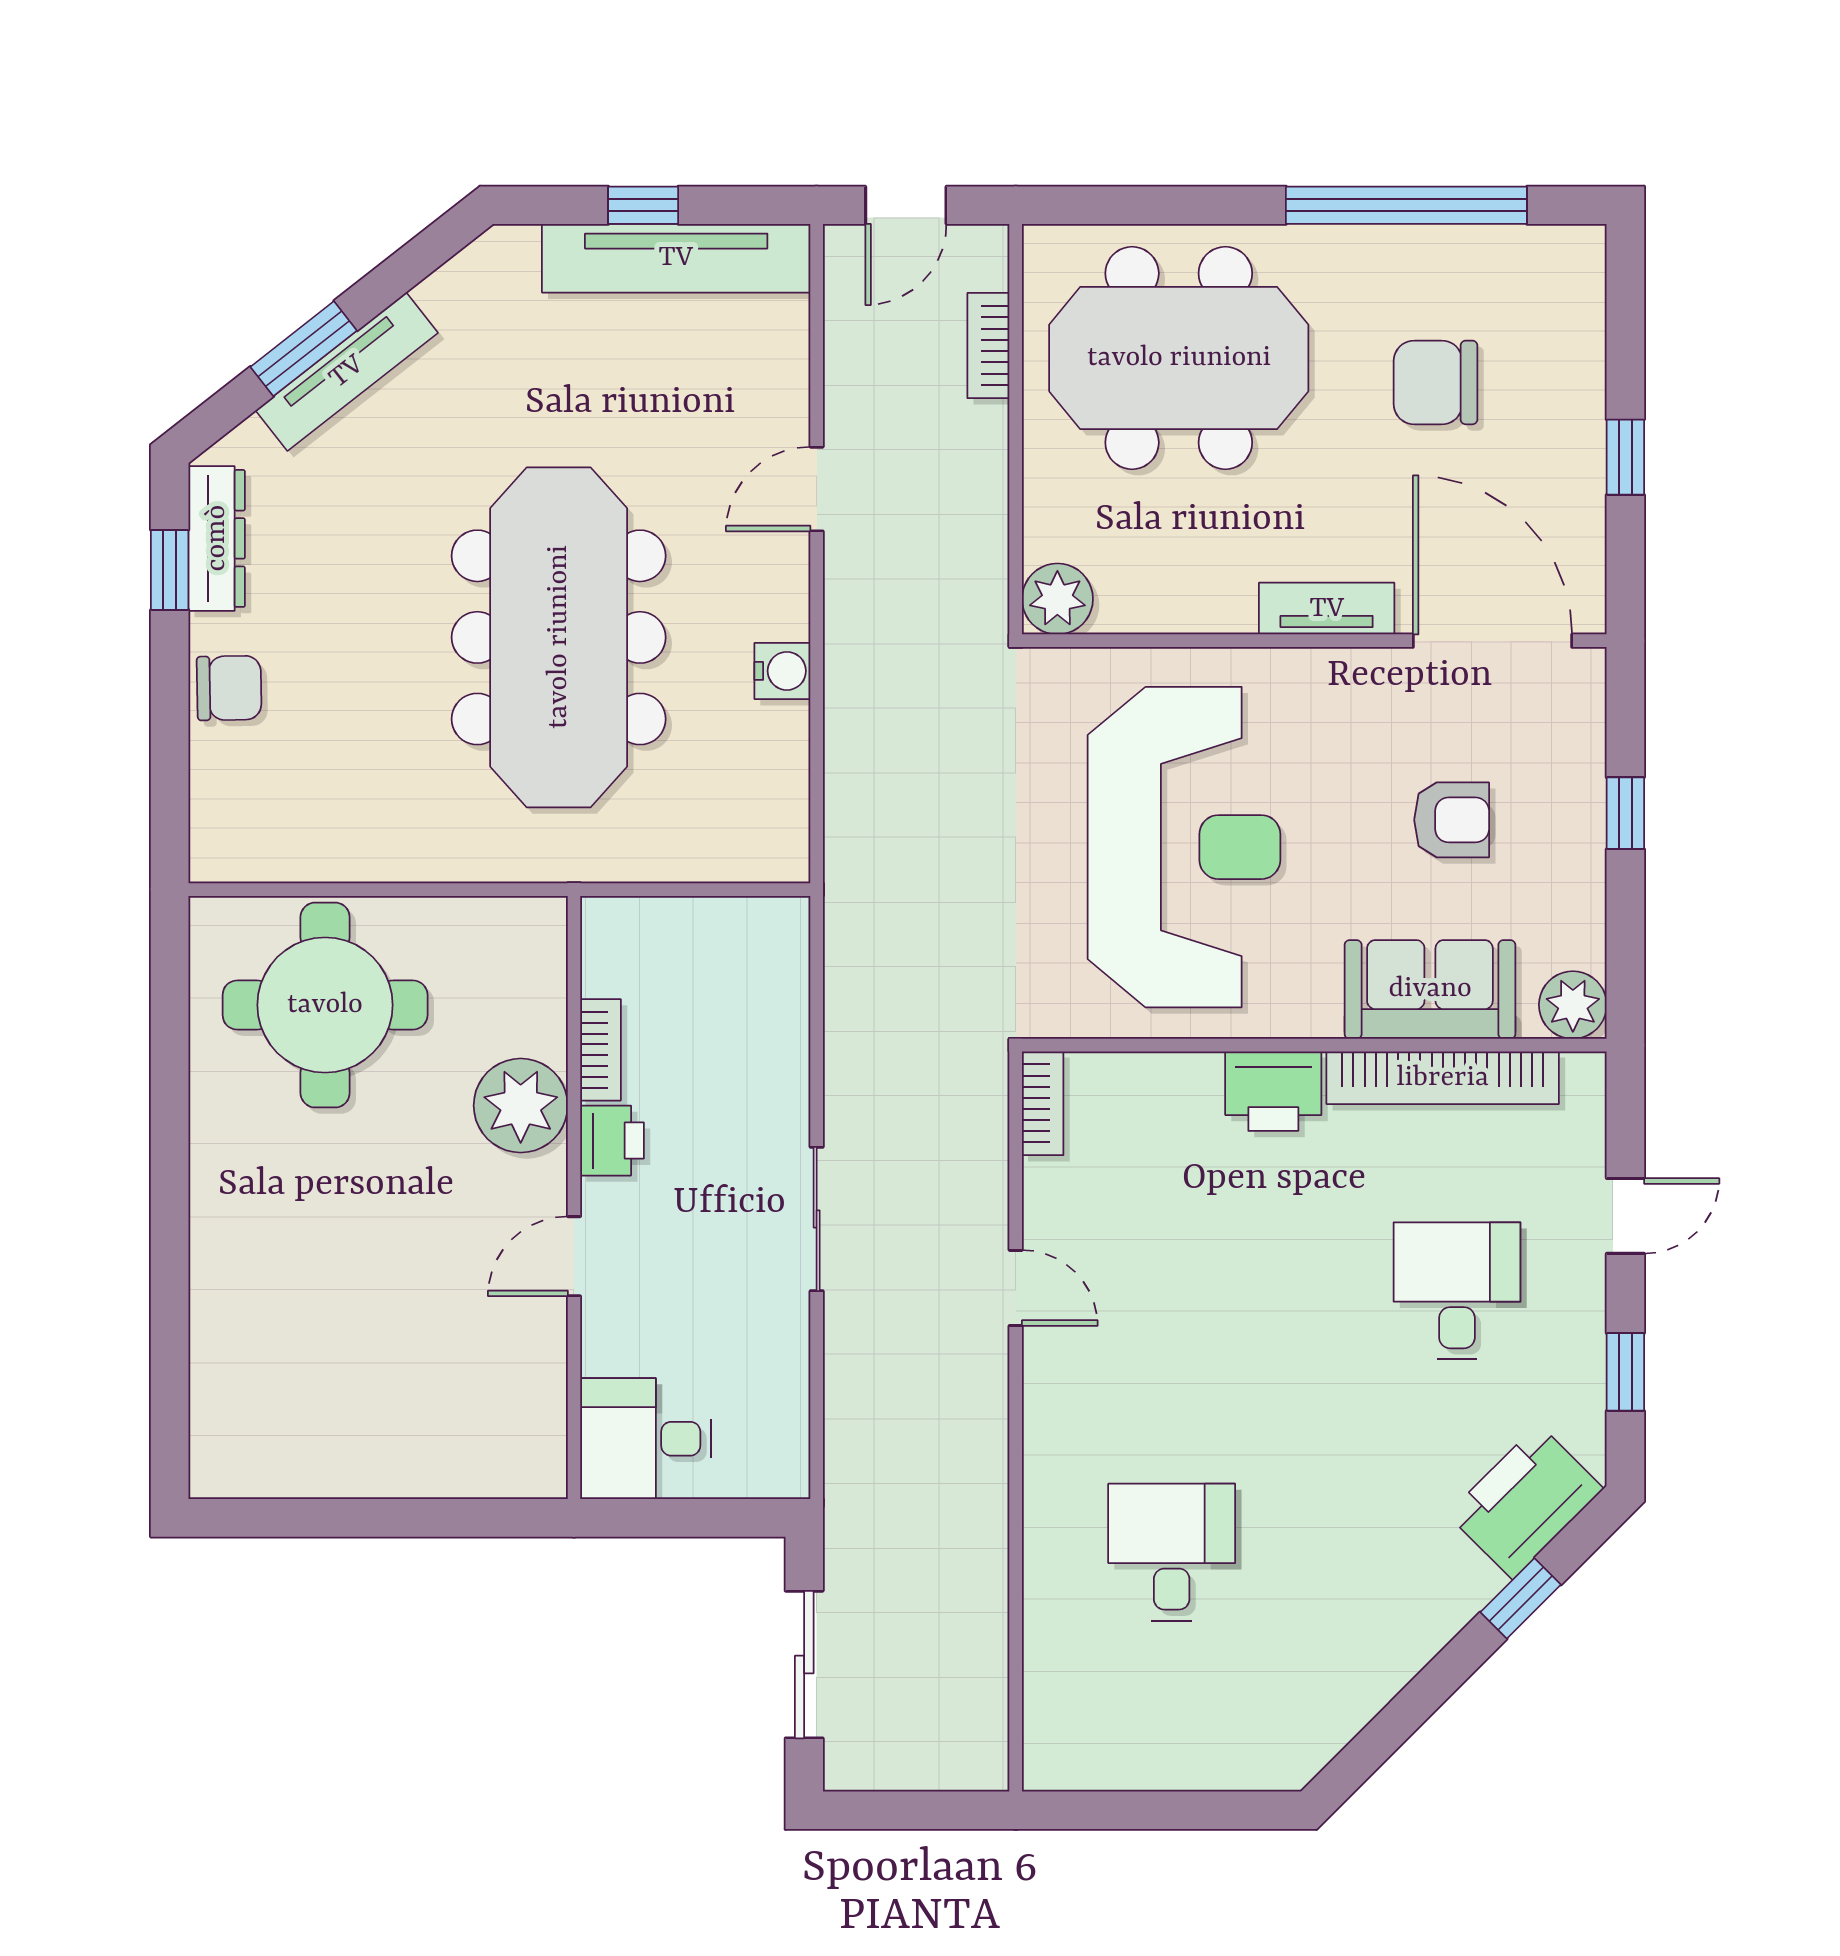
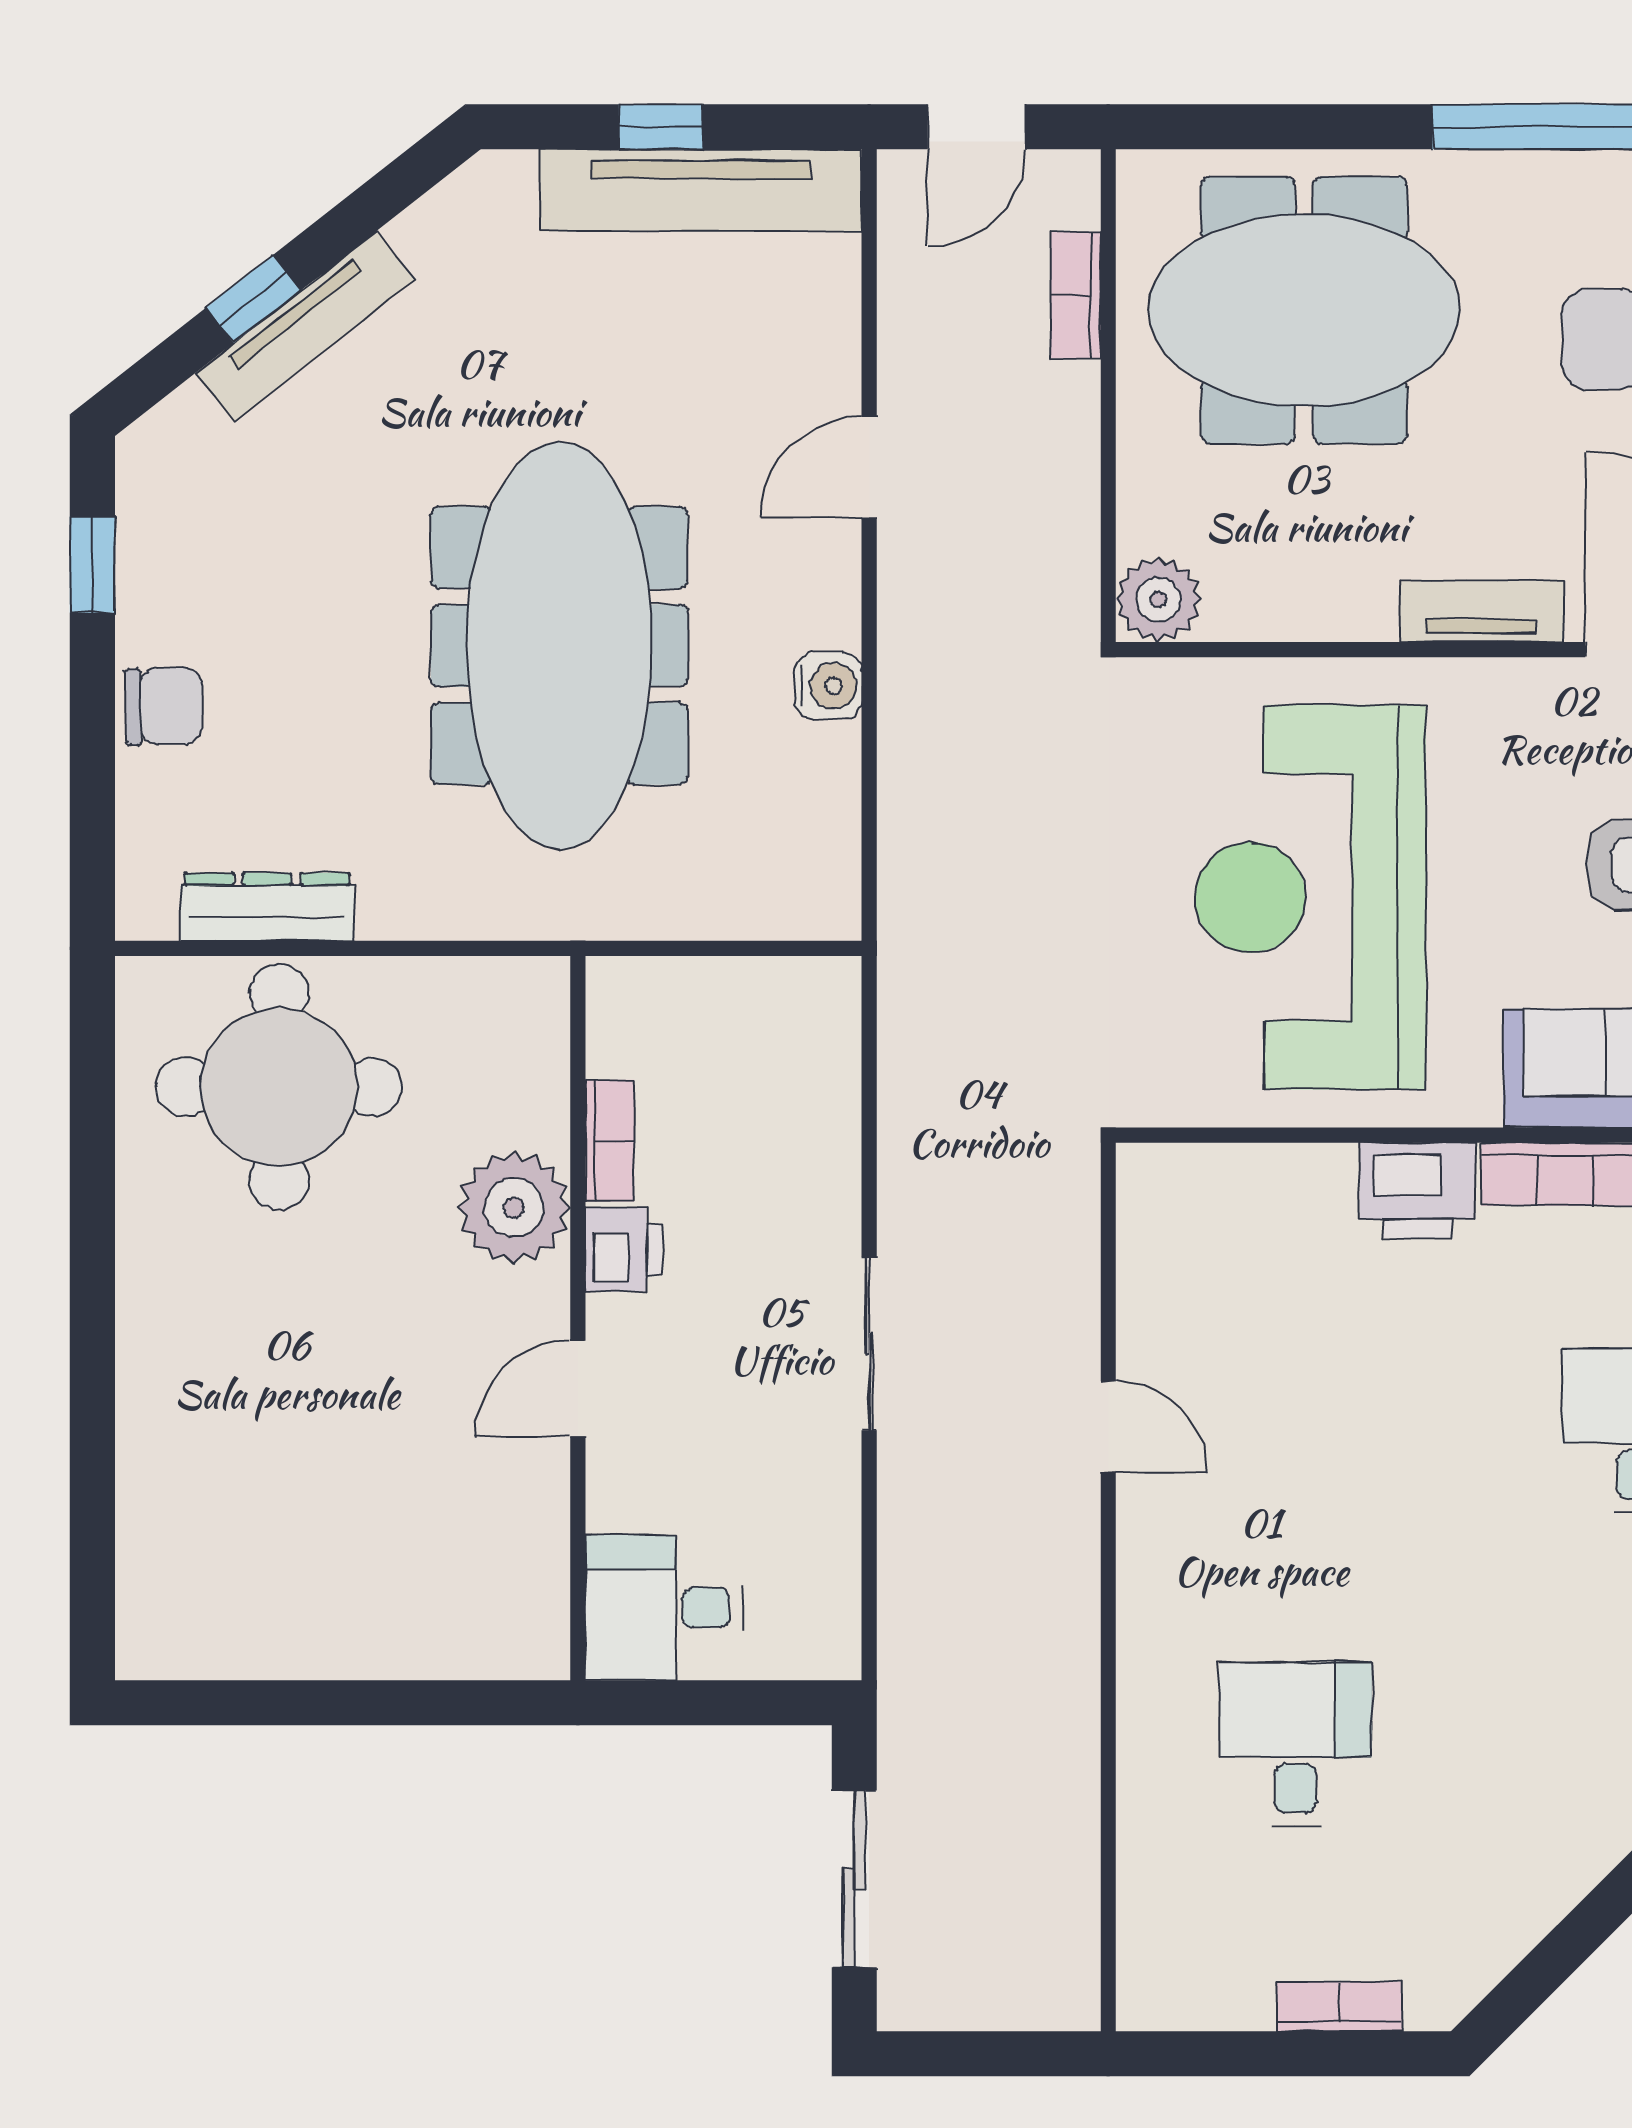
window: (304, 349) -> (253, 299), width x0.67
dresser: (217, 538) -> (267, 907), moved, turned -90
reception desk: (1184, 847) -> (1310, 897), turned 180
bookcase: (1043, 1103) -> (1340, 2006), moved, turned -90

